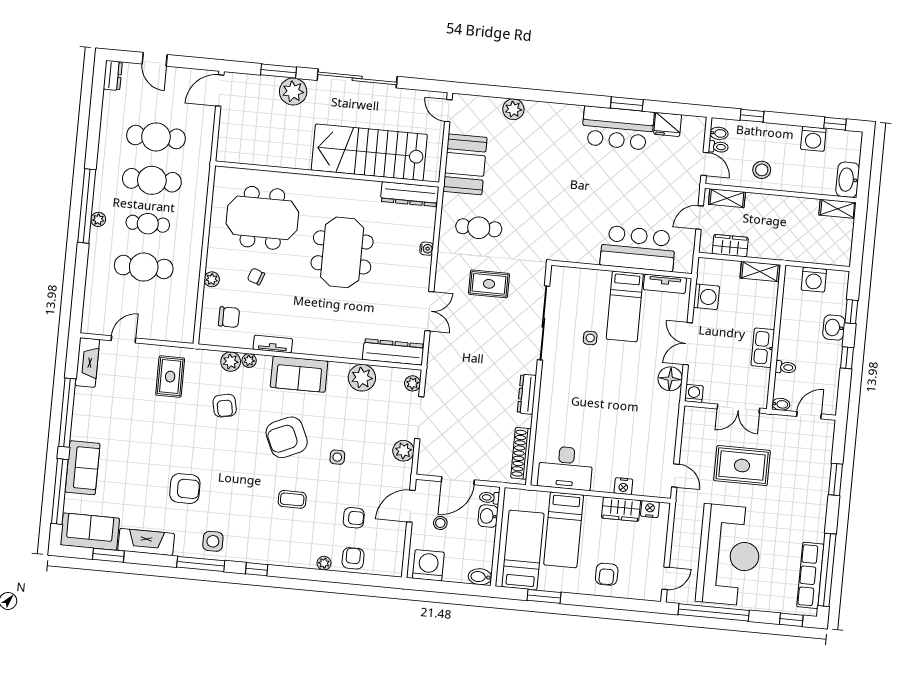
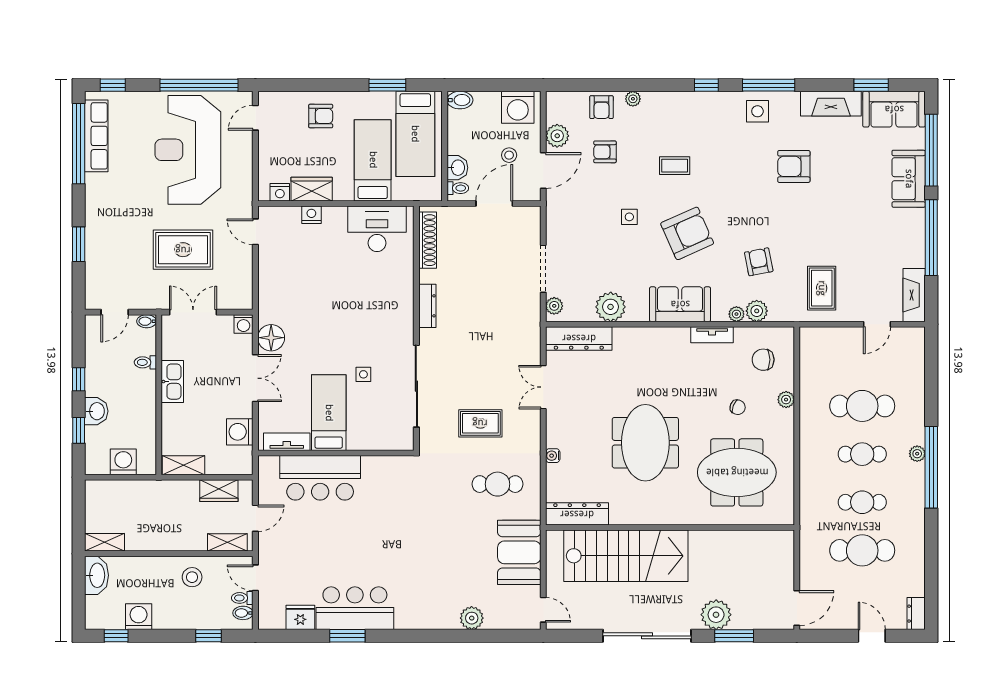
cafe table: (152, 180) -> (862, 502), width x0.73, depth x0.74
plant: (403, 451) -> (557, 136), moved
armchair: (607, 574) -> (321, 116), turned 90

